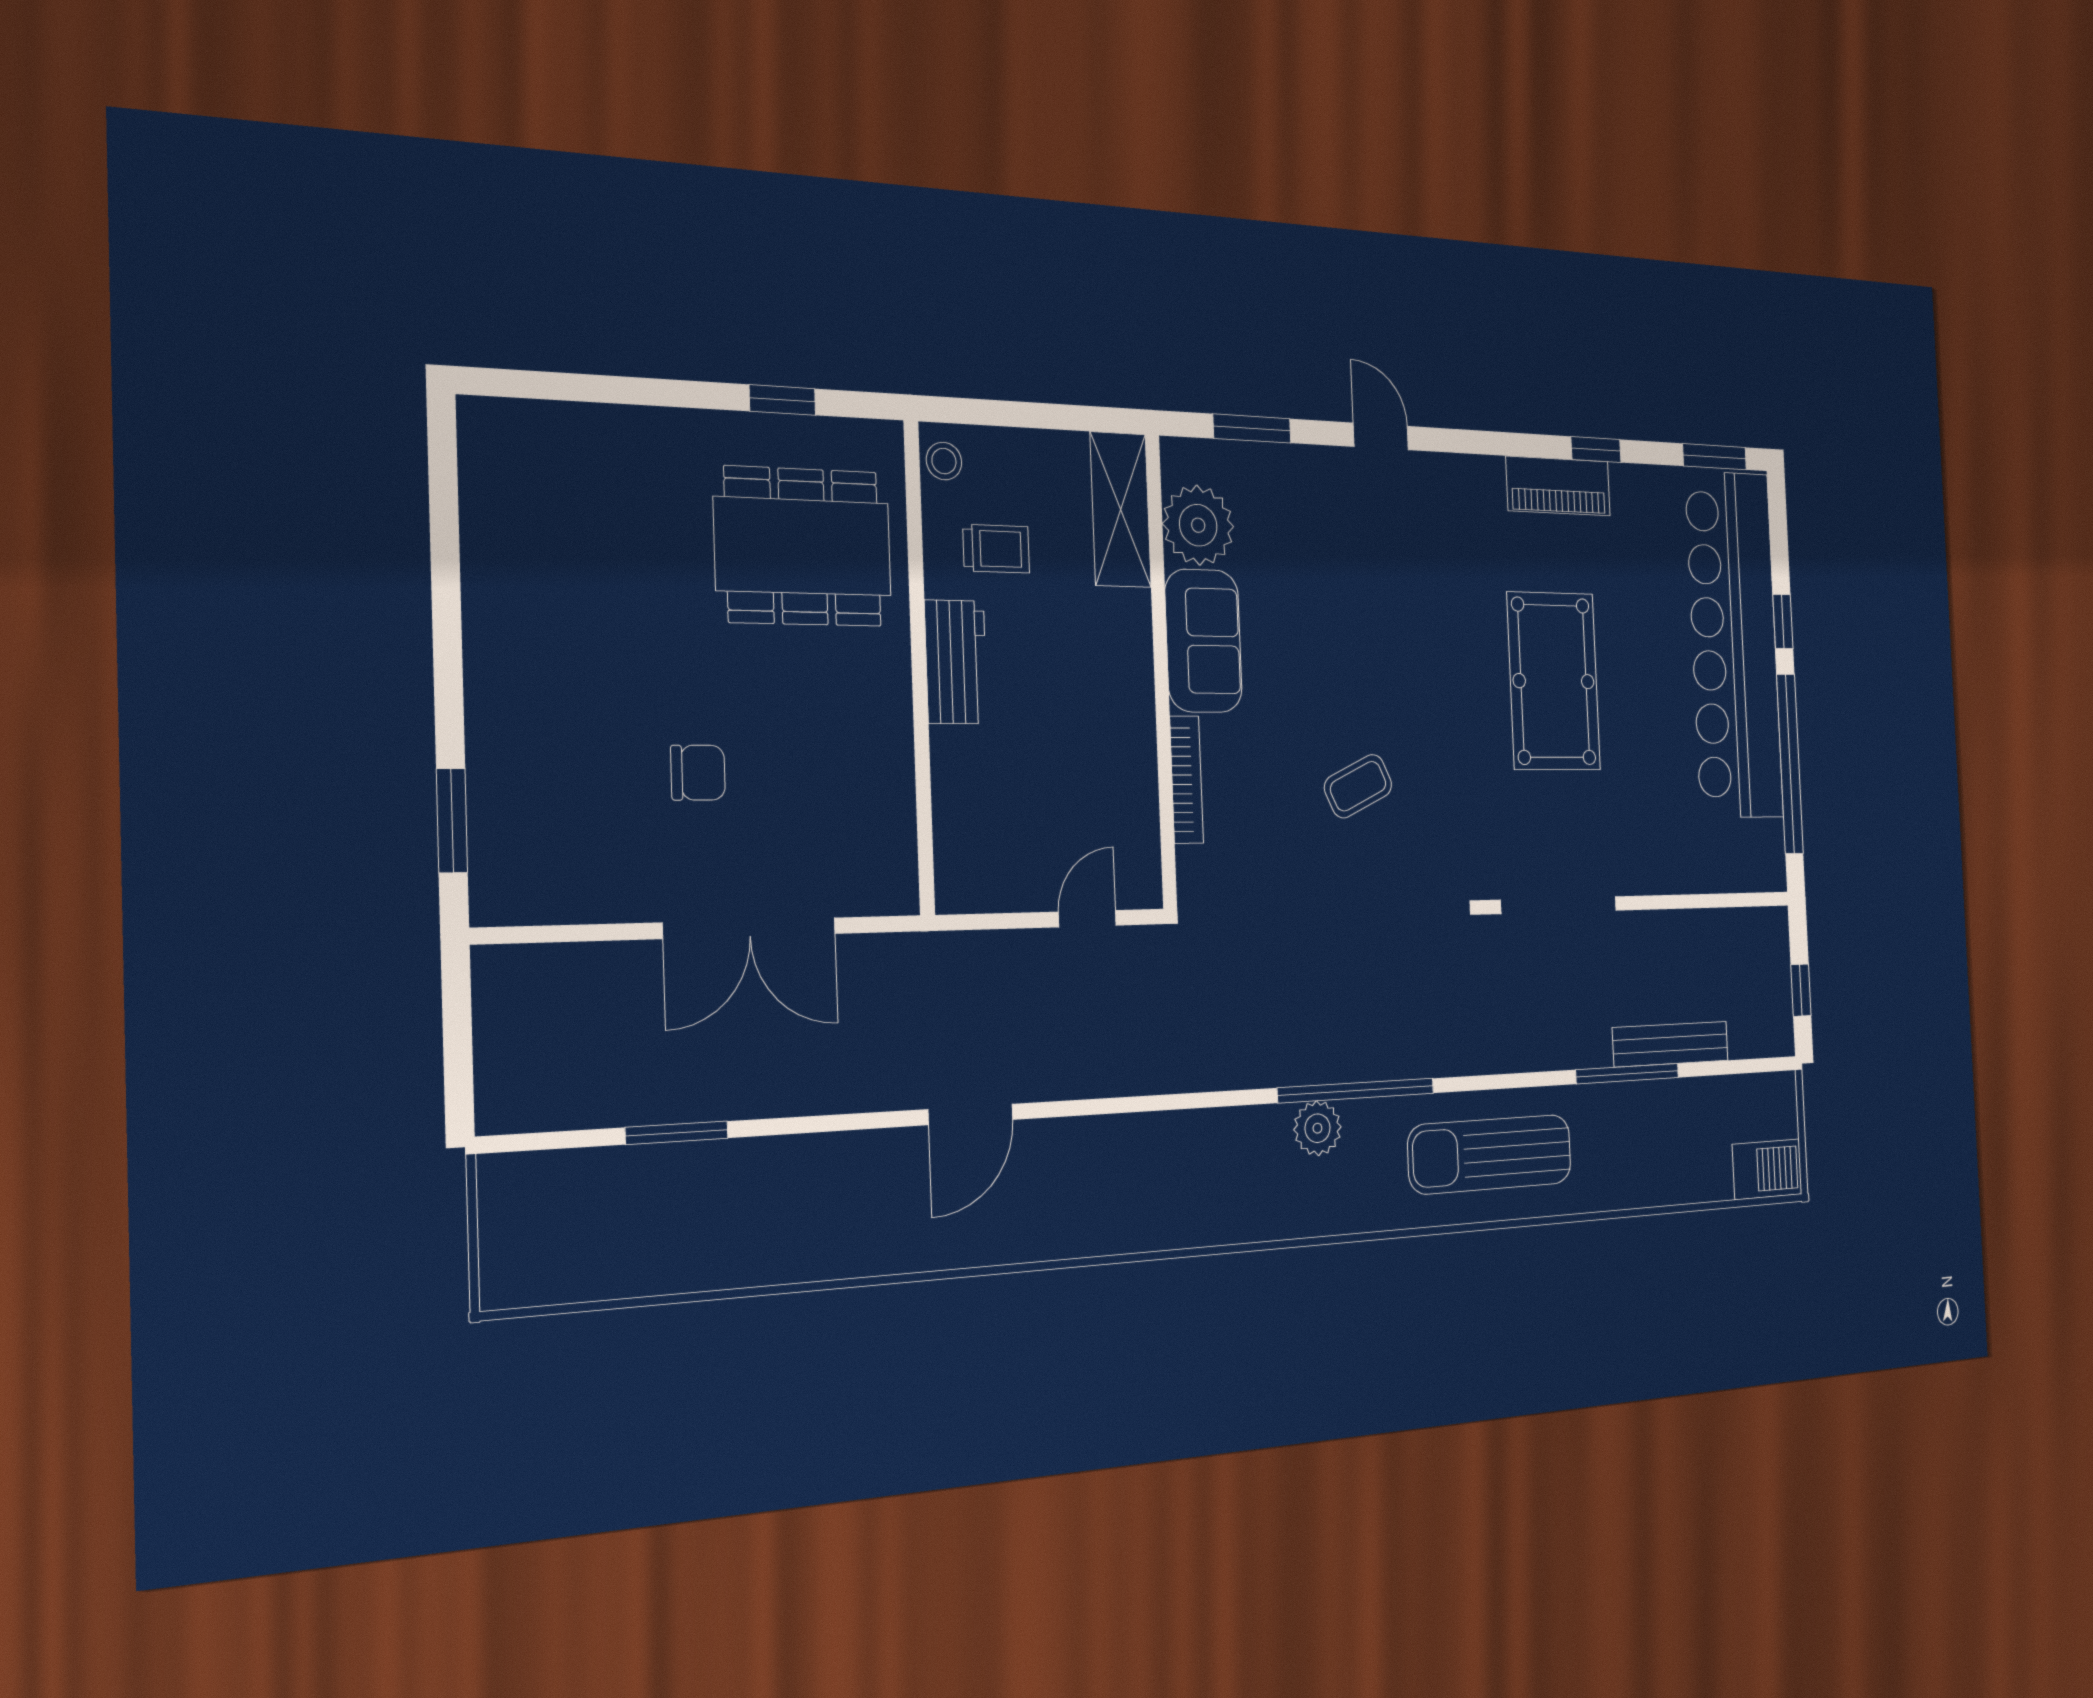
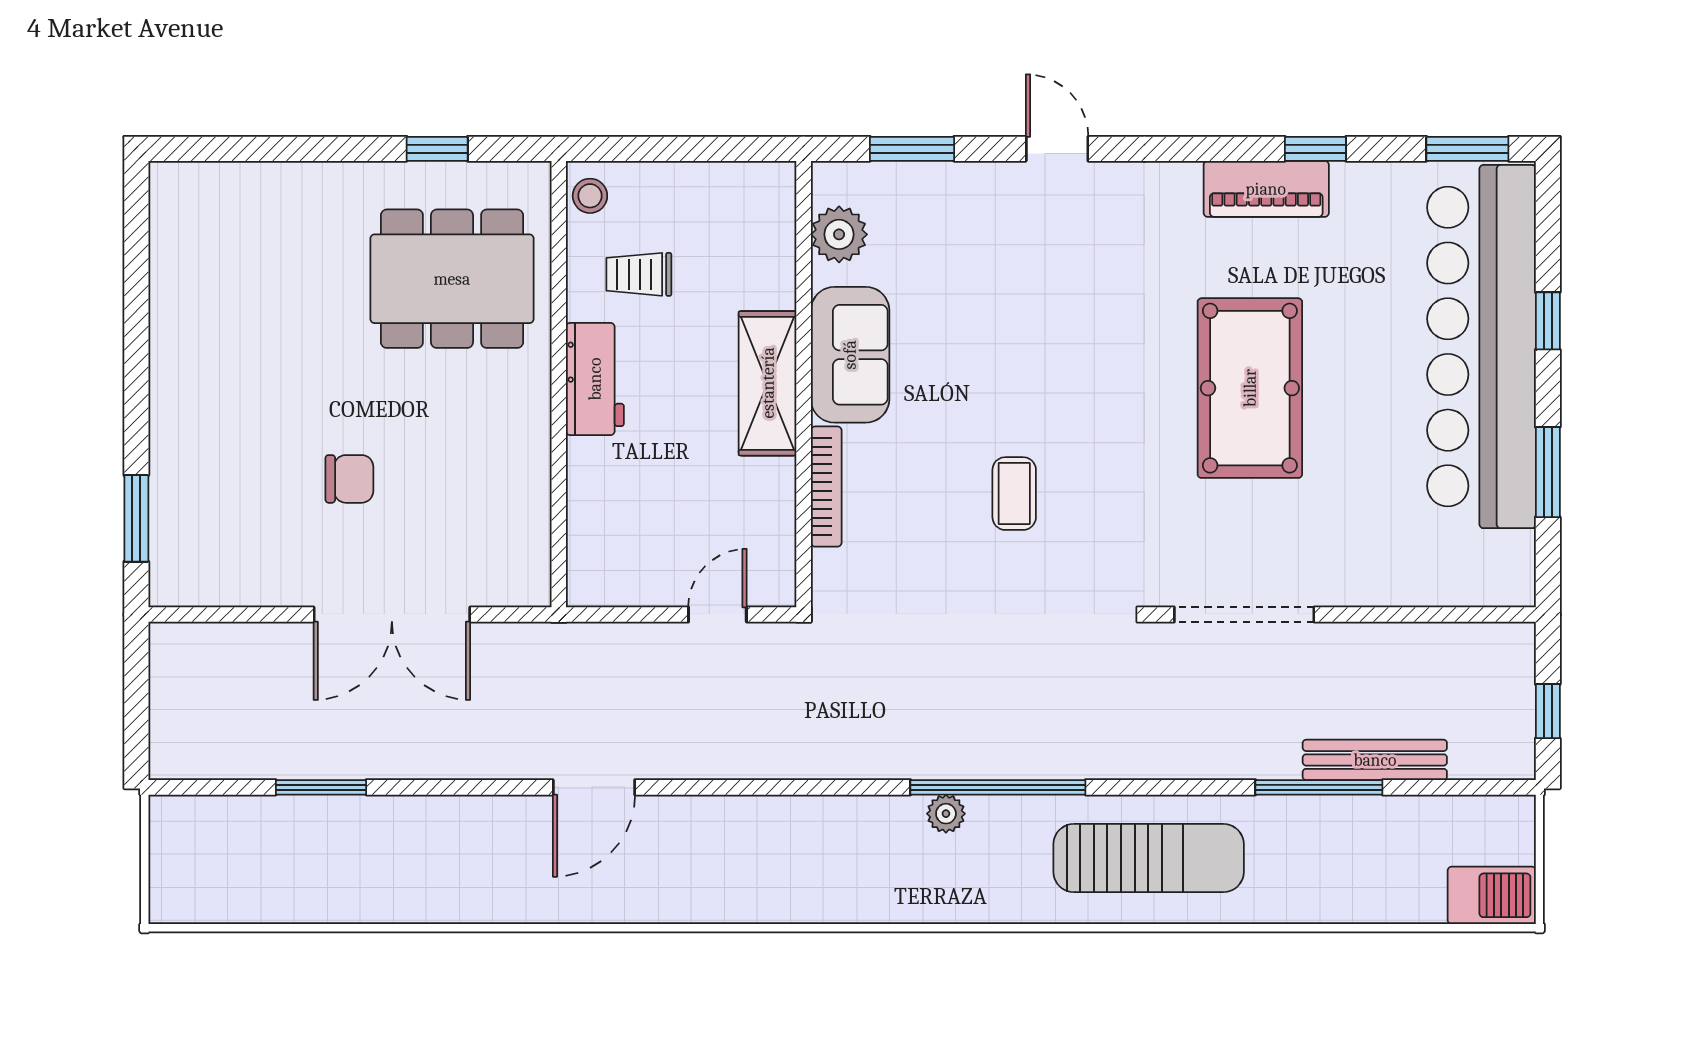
shelving: (1121, 510) -> (768, 383), moved
plant: (1198, 525) -> (839, 234), width x0.73, depth x0.73
trolley: (996, 549) -> (639, 274), turned 180
window: (1790, 764) -> (1548, 472), width x0.47
coffee table: (1358, 786) -> (1014, 494), turned -65
plant: (1317, 1128) -> (946, 814), width x0.73, depth x0.73
sun lounger: (1490, 1154) -> (1149, 858), turned 180

